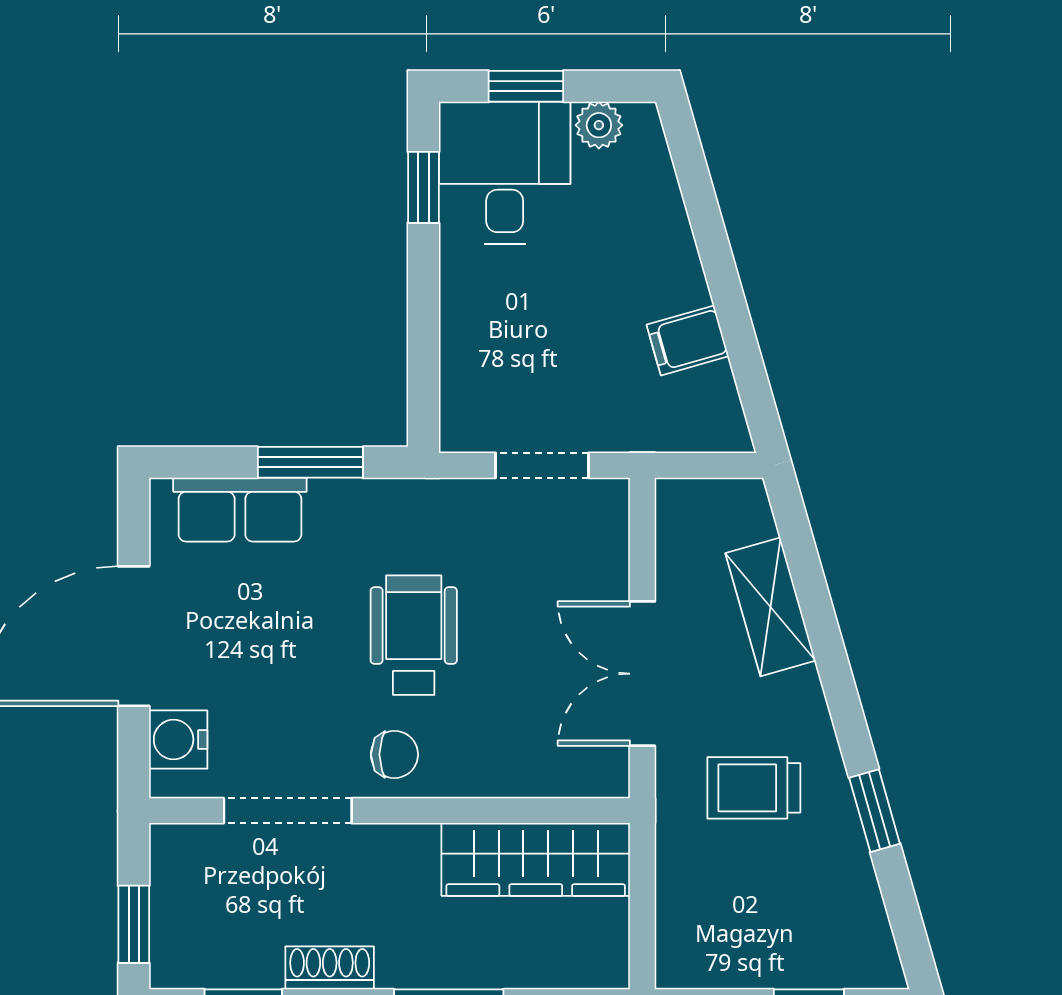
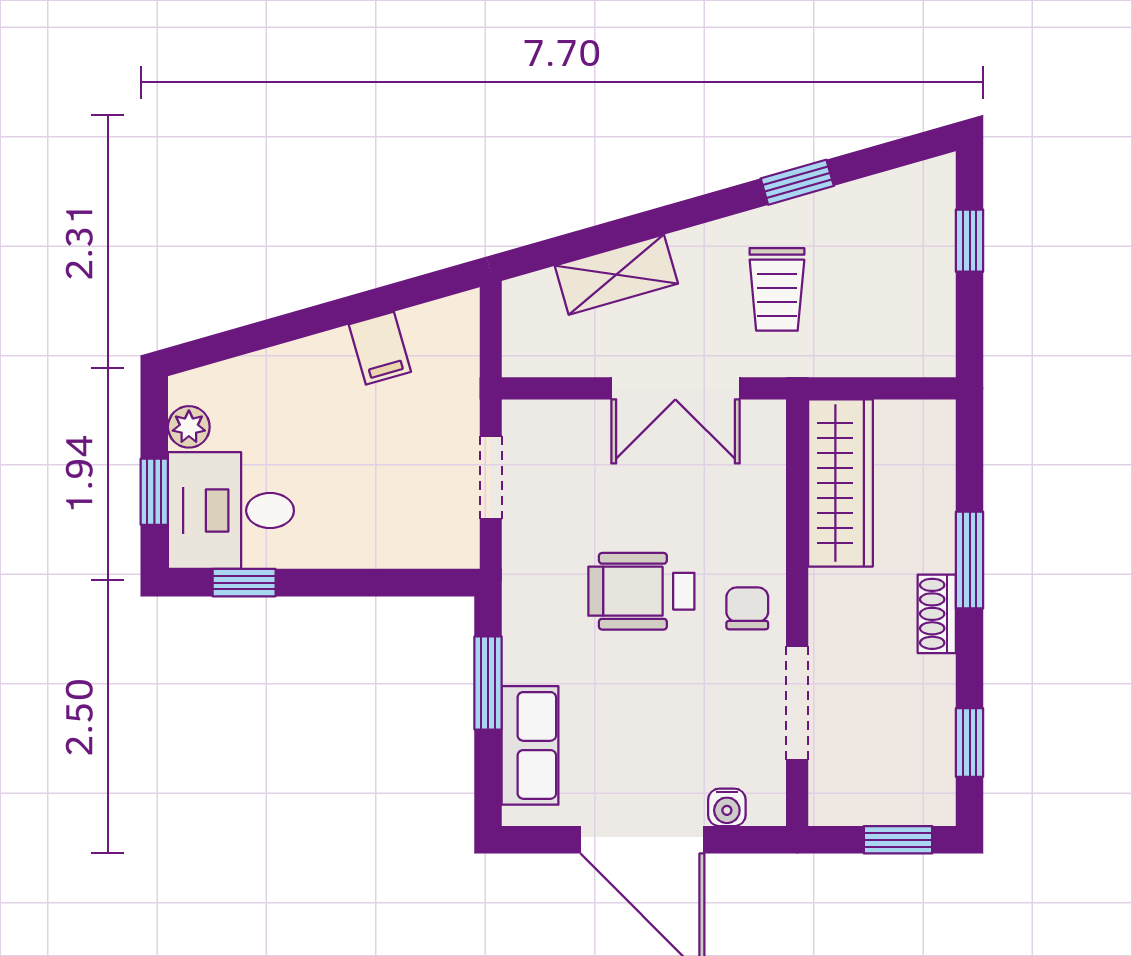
water cooler: (178, 740) -> (727, 807), width x0.72, depth x0.72
shoe rack: (330, 968) -> (937, 614), moved

